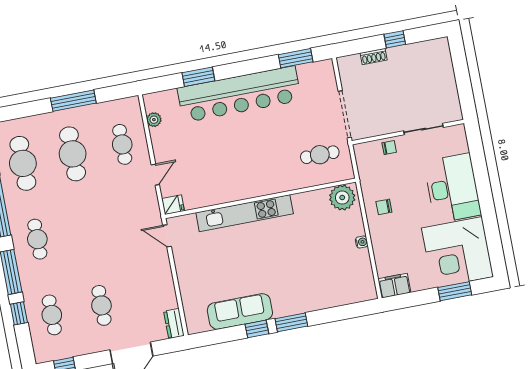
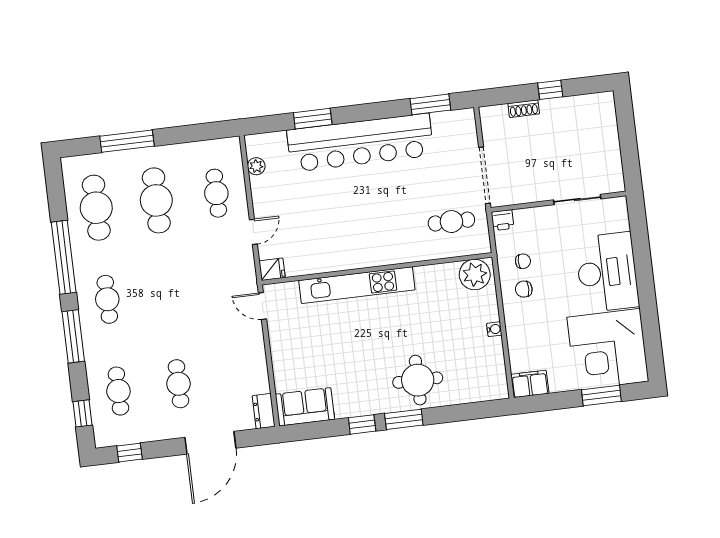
window: (73, 101) -> (127, 141), moved
chair: (389, 148) -> (523, 261), moved
printer: (362, 151) -> (503, 220), added
round table: (301, 289) -> (418, 380), added
sofa: (240, 311) -> (305, 407), moved, width x0.73
window: (19, 313) -> (83, 413), moved

